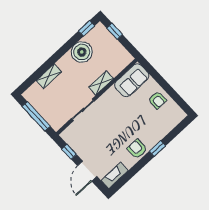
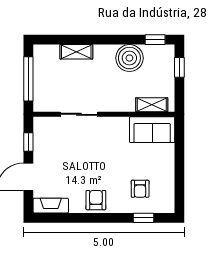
shelving: (101, 83) -> (152, 105), moved
armchair: (157, 100) -> (140, 189), moved
window: (157, 149) -> (144, 218), moved

